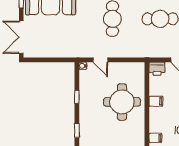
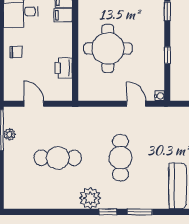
printer: (157, 69) -> (64, 68), moved, turned -90
filing cabinet: (156, 101) -> (63, 15), moved

